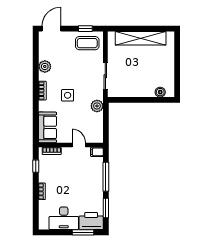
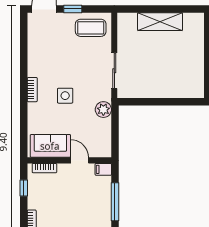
window: (85, 29) -> (73, 9), moved
shelving: (141, 38) -> (160, 22), width x0.68
plant: (45, 66) -> (35, 58), removed
boiler: (160, 92) -> (186, 92), removed
sofa: (47, 127) -> (50, 146), moved, turned -90

